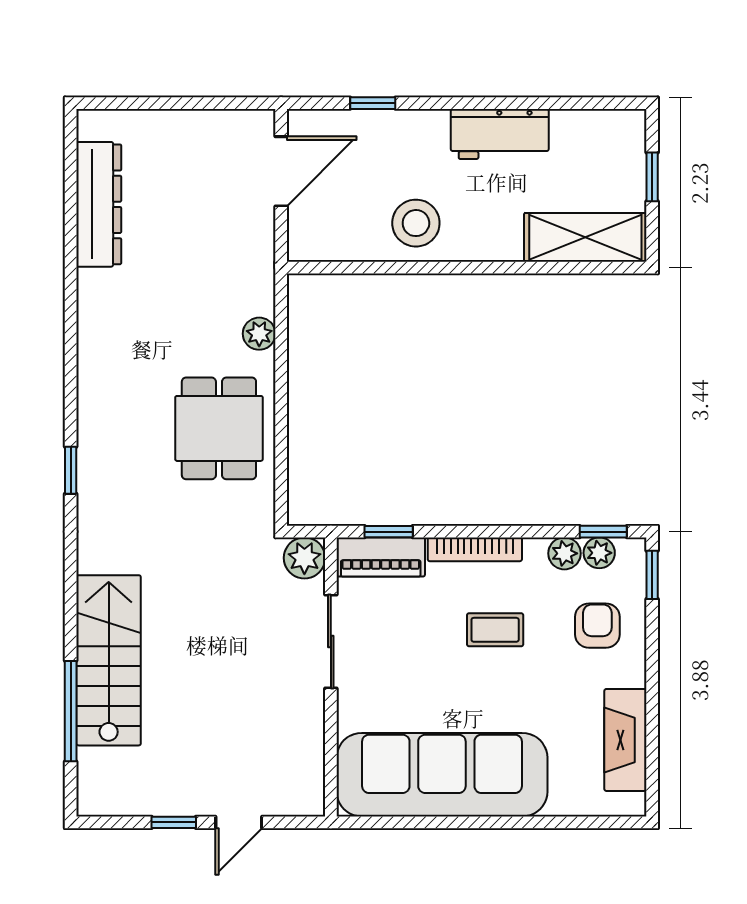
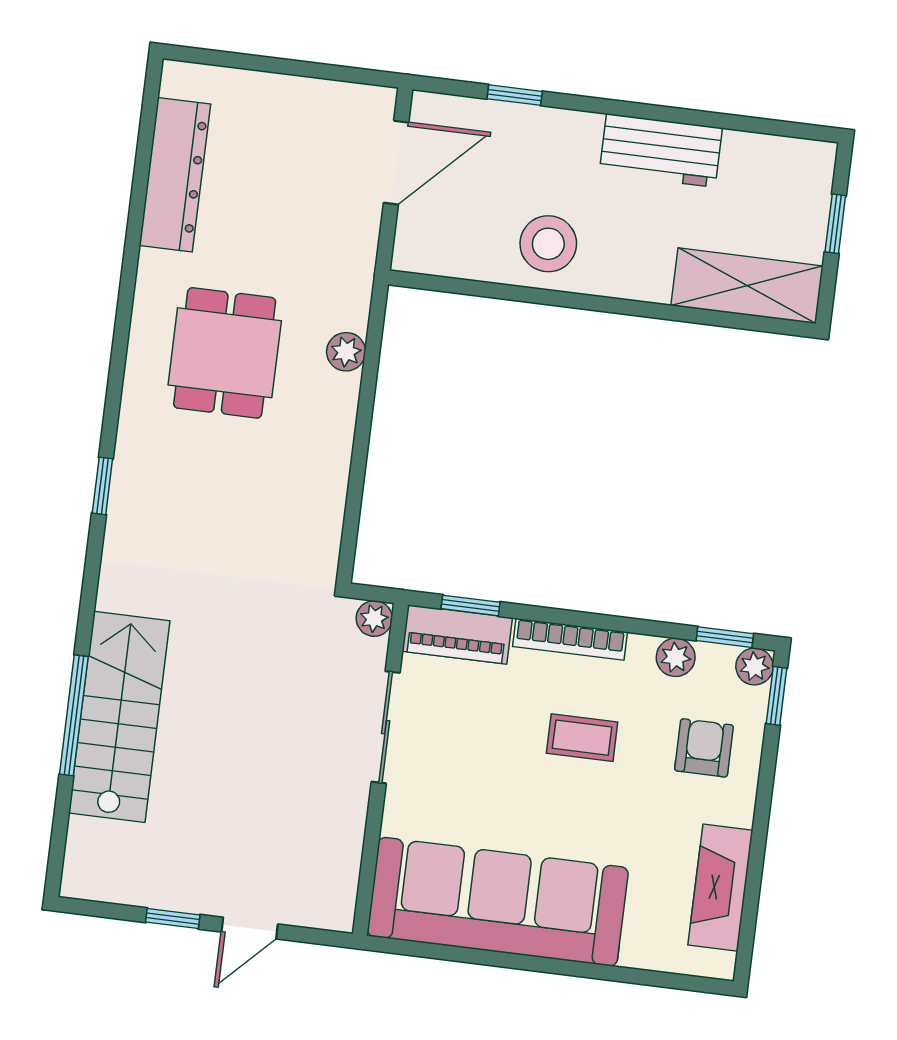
dining table: (219, 428) -> (225, 353), moved
plant: (599, 553) -> (755, 666), moved
plant: (304, 558) -> (374, 618), width x0.73, depth x0.73
window: (71, 711) -> (74, 715), moved

